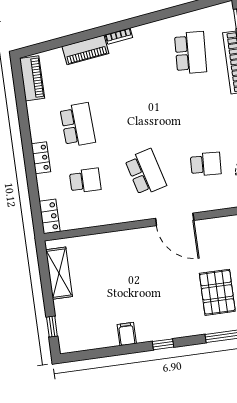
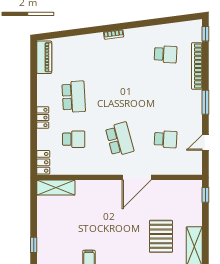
piano: (85, 50) -> (87, 41), removed
school desk: (191, 53) -> (165, 54), width x0.54
door: (175, 219) -> (137, 177), hinge flipped
shelving: (59, 273) -> (56, 188), moved, turned 90

